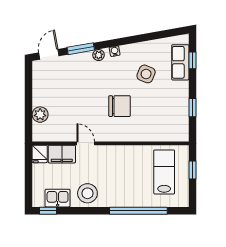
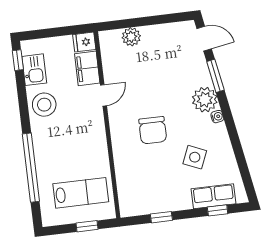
plant: (99, 55) -> (205, 100), width x1.88, depth x1.88

